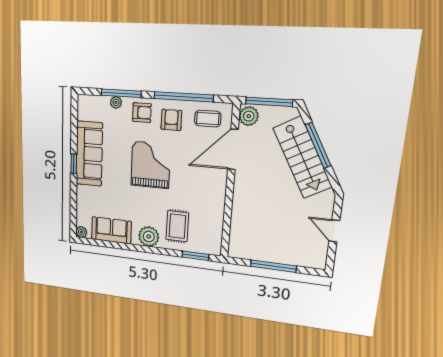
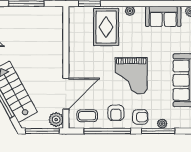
armchair: (142, 113) -> (140, 117), turned 180
rug: (177, 226) -> (106, 27), width x1.36, depth x1.43
plant: (149, 236) -> (130, 11), width x0.53, depth x0.53

